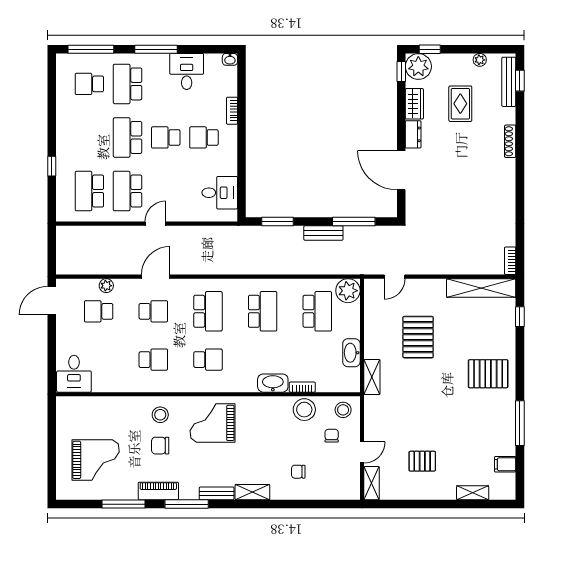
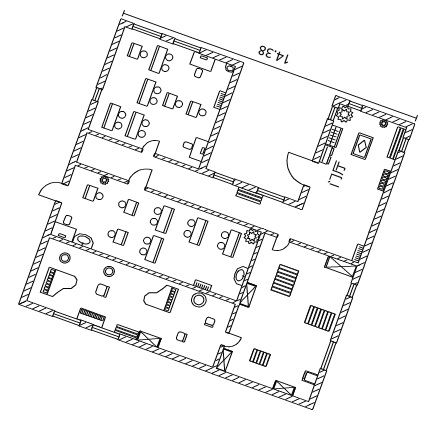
shelving: (481, 288) -> (341, 267), width x0.68
door: (52, 301) -> (62, 193), moved
school desk: (208, 360) -> (151, 248), width x1.85
washbasin: (273, 383) -> (84, 240), moved
stool: (343, 410) -> (65, 258), moved
grand piano: (213, 423) -> (160, 296), moved

